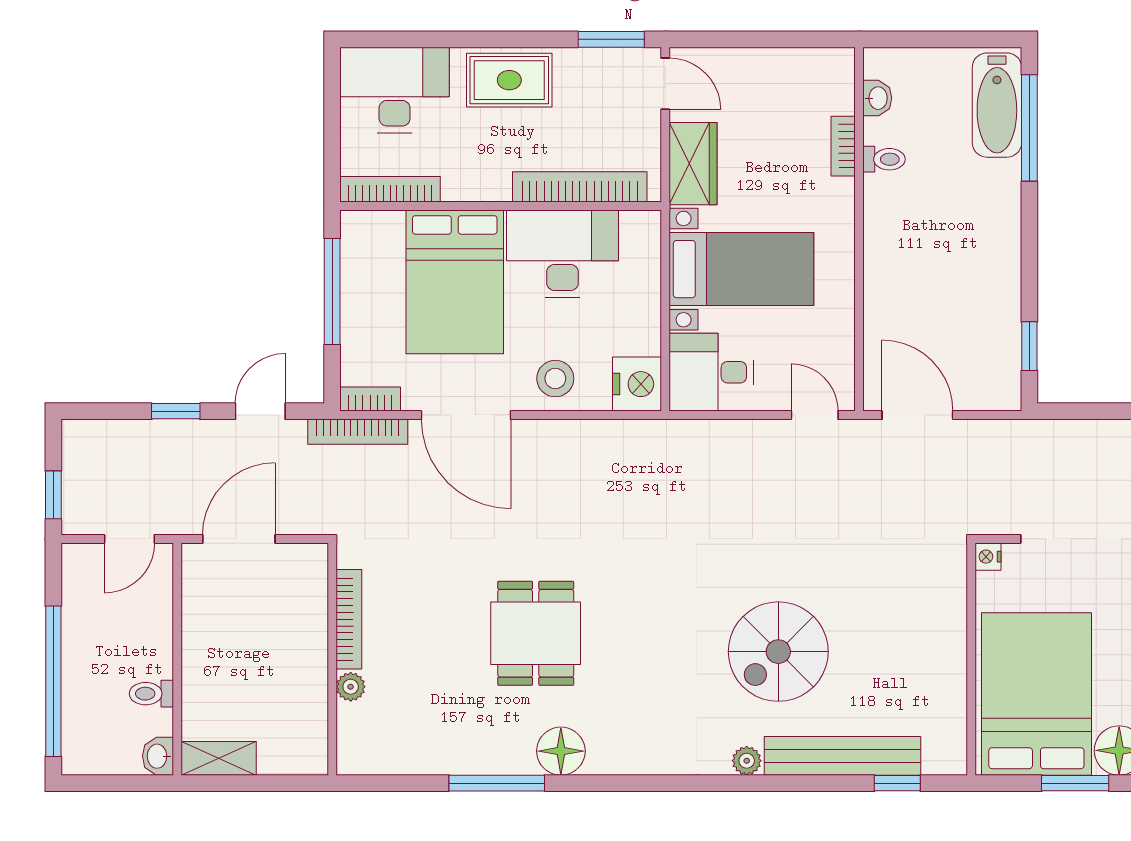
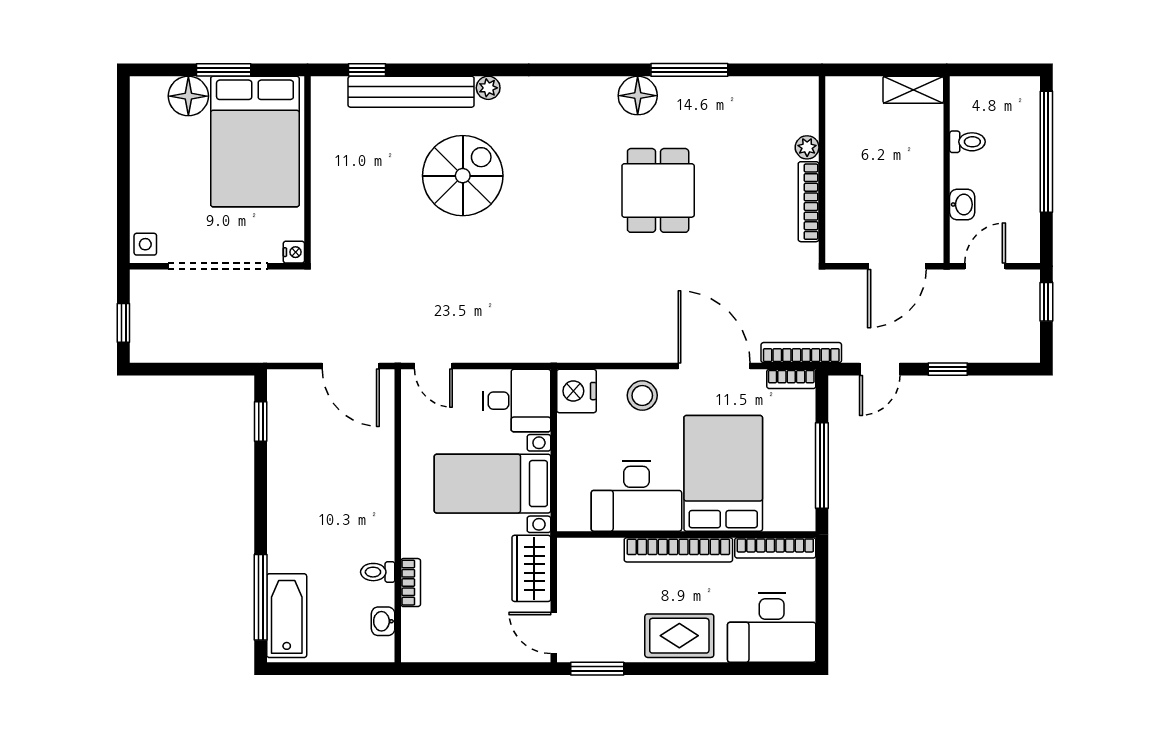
bookcase: (580, 187) -> (678, 550), moved
washbasin: (158, 756) -> (962, 205), moved

